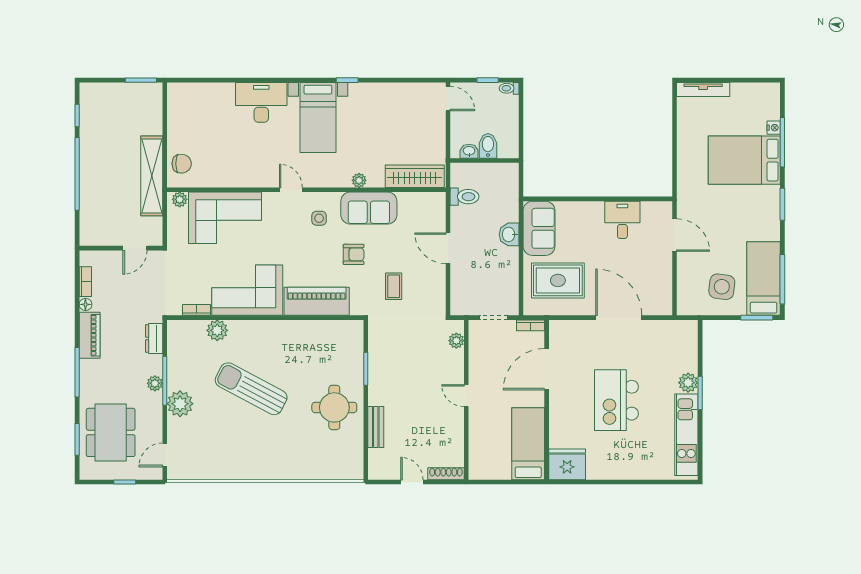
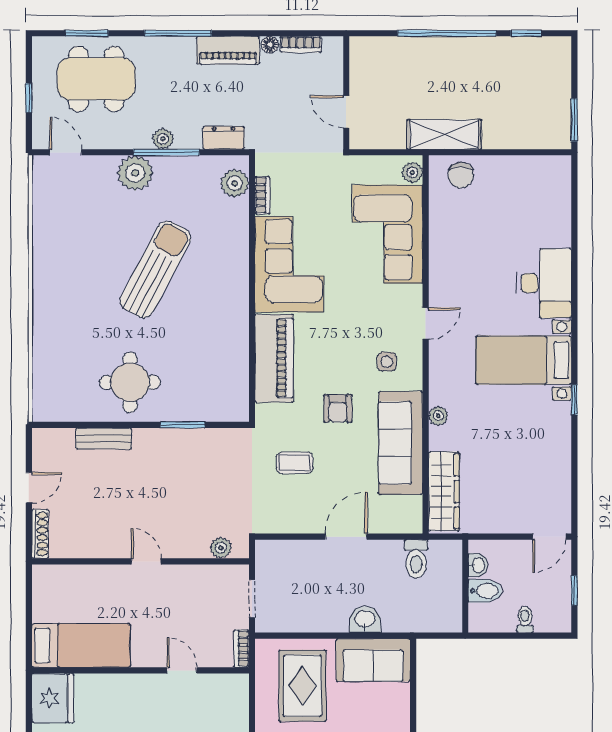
toilet: (509, 88) -> (525, 619), moved
shelving: (152, 176) -> (444, 134), width x0.68
sofa: (369, 208) -> (401, 443), width x1.36
plant: (217, 330) -> (235, 183), moved
door: (547, 369) -> (182, 670), width x0.53
door: (466, 396) -> (146, 561), hinge flipped

